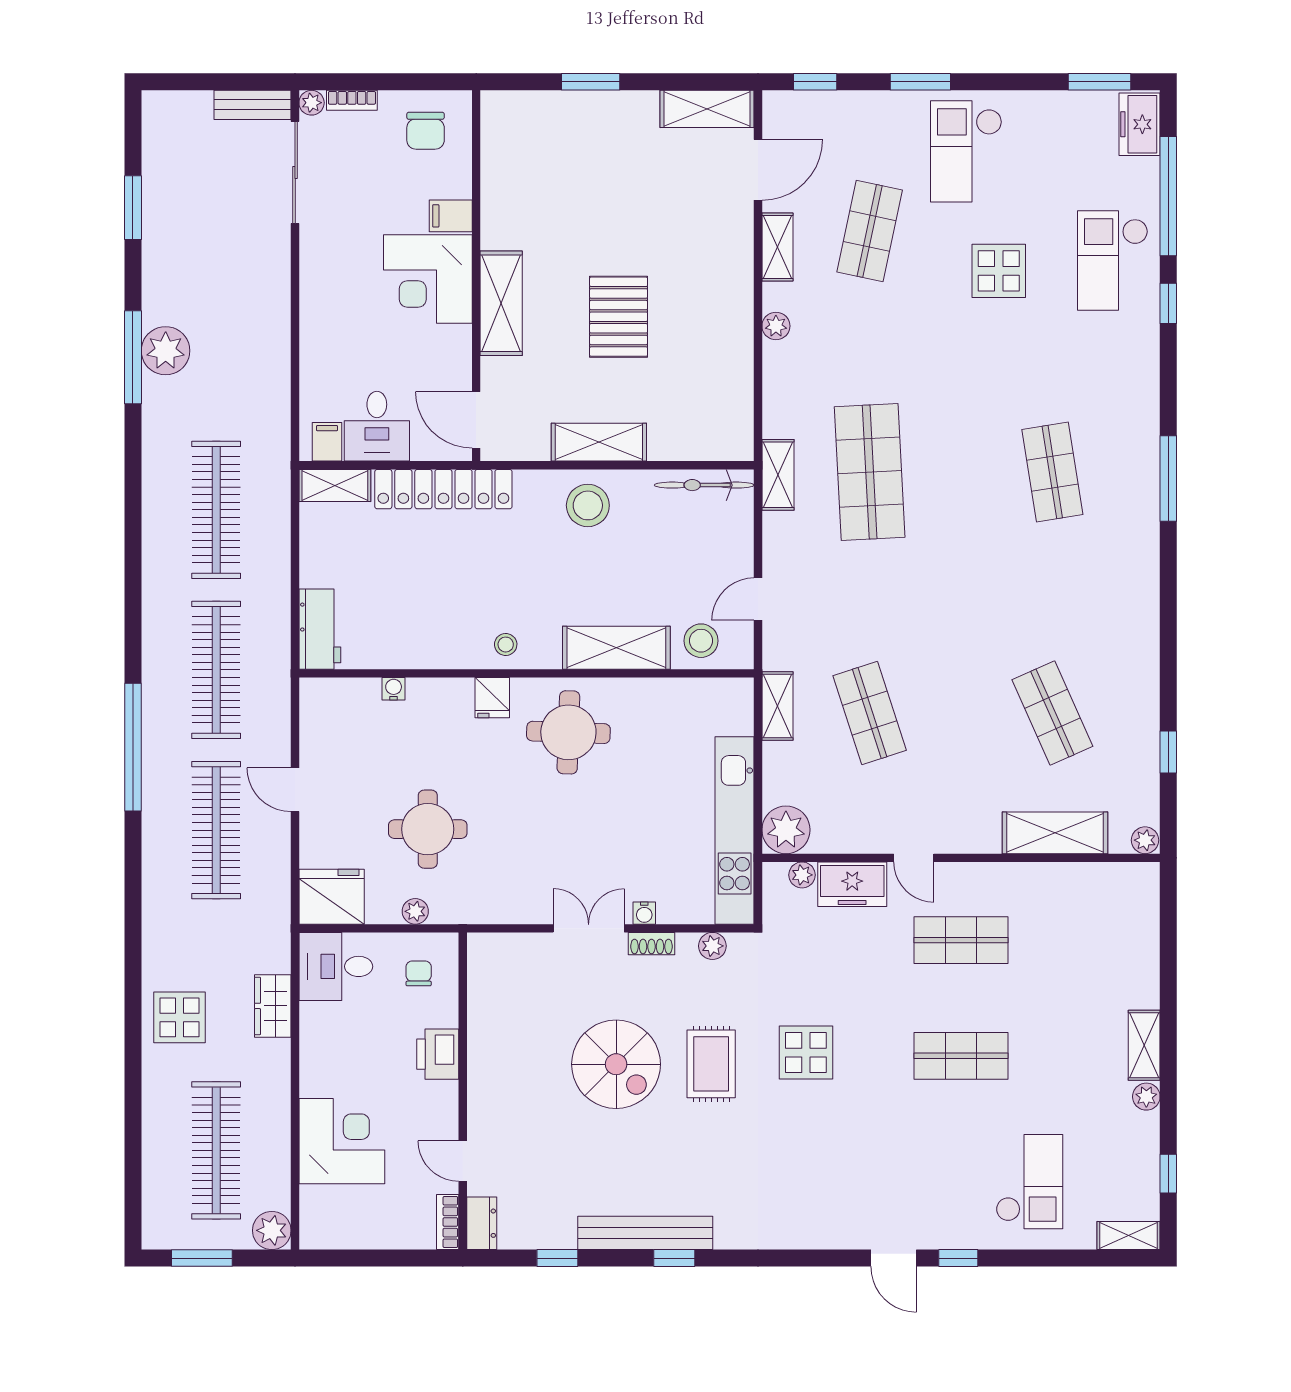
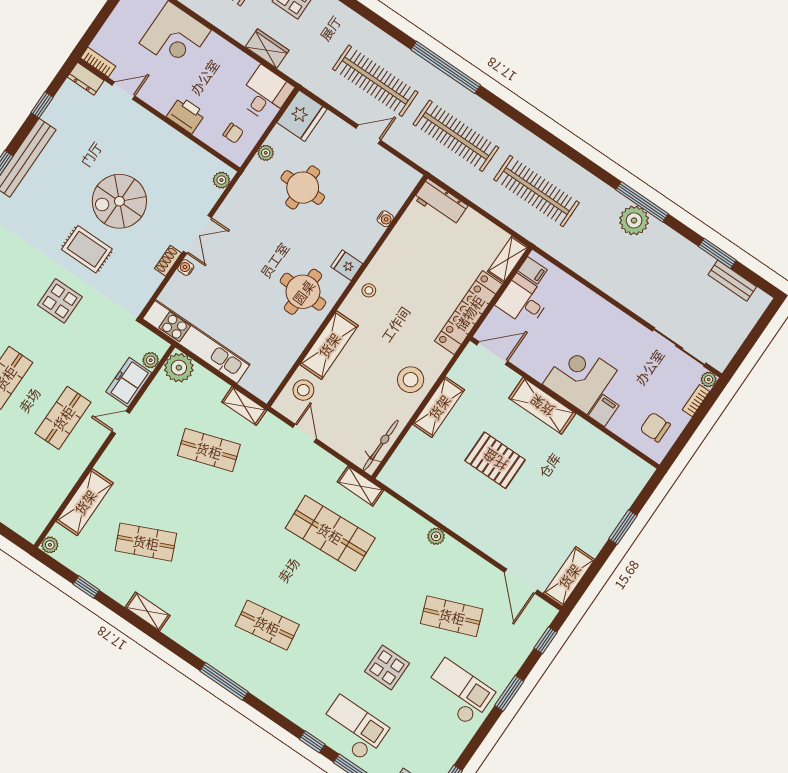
bench: (253, 105) -> (732, 281), moved, turned 90
shop shelf: (870, 231) -> (452, 616), turned -33
shelving: (777, 247) -> (148, 611), moved
plant: (712, 946) -> (221, 180), moved

